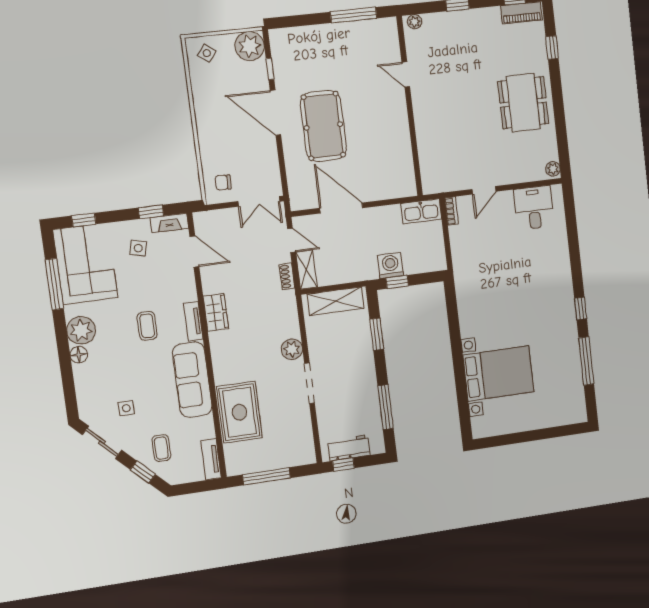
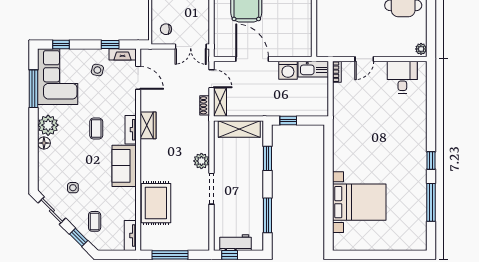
washing machine: (390, 265) -> (288, 70), moved, turned 180
sofa: (192, 380) -> (124, 166), width x0.73

